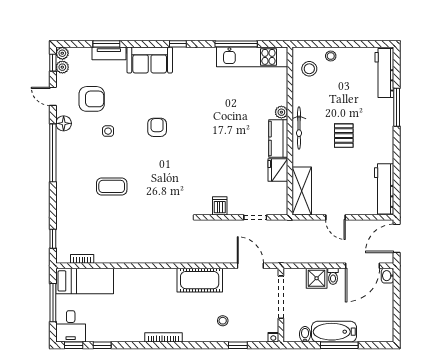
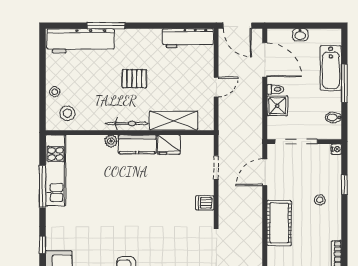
workbench: (384, 73) -> (81, 41), width x1.36, depth x1.32
shelving: (302, 191) -> (174, 121), moved
washbasin: (388, 276) -> (300, 35), moved
bathtub: (334, 332) -> (331, 68), moved

